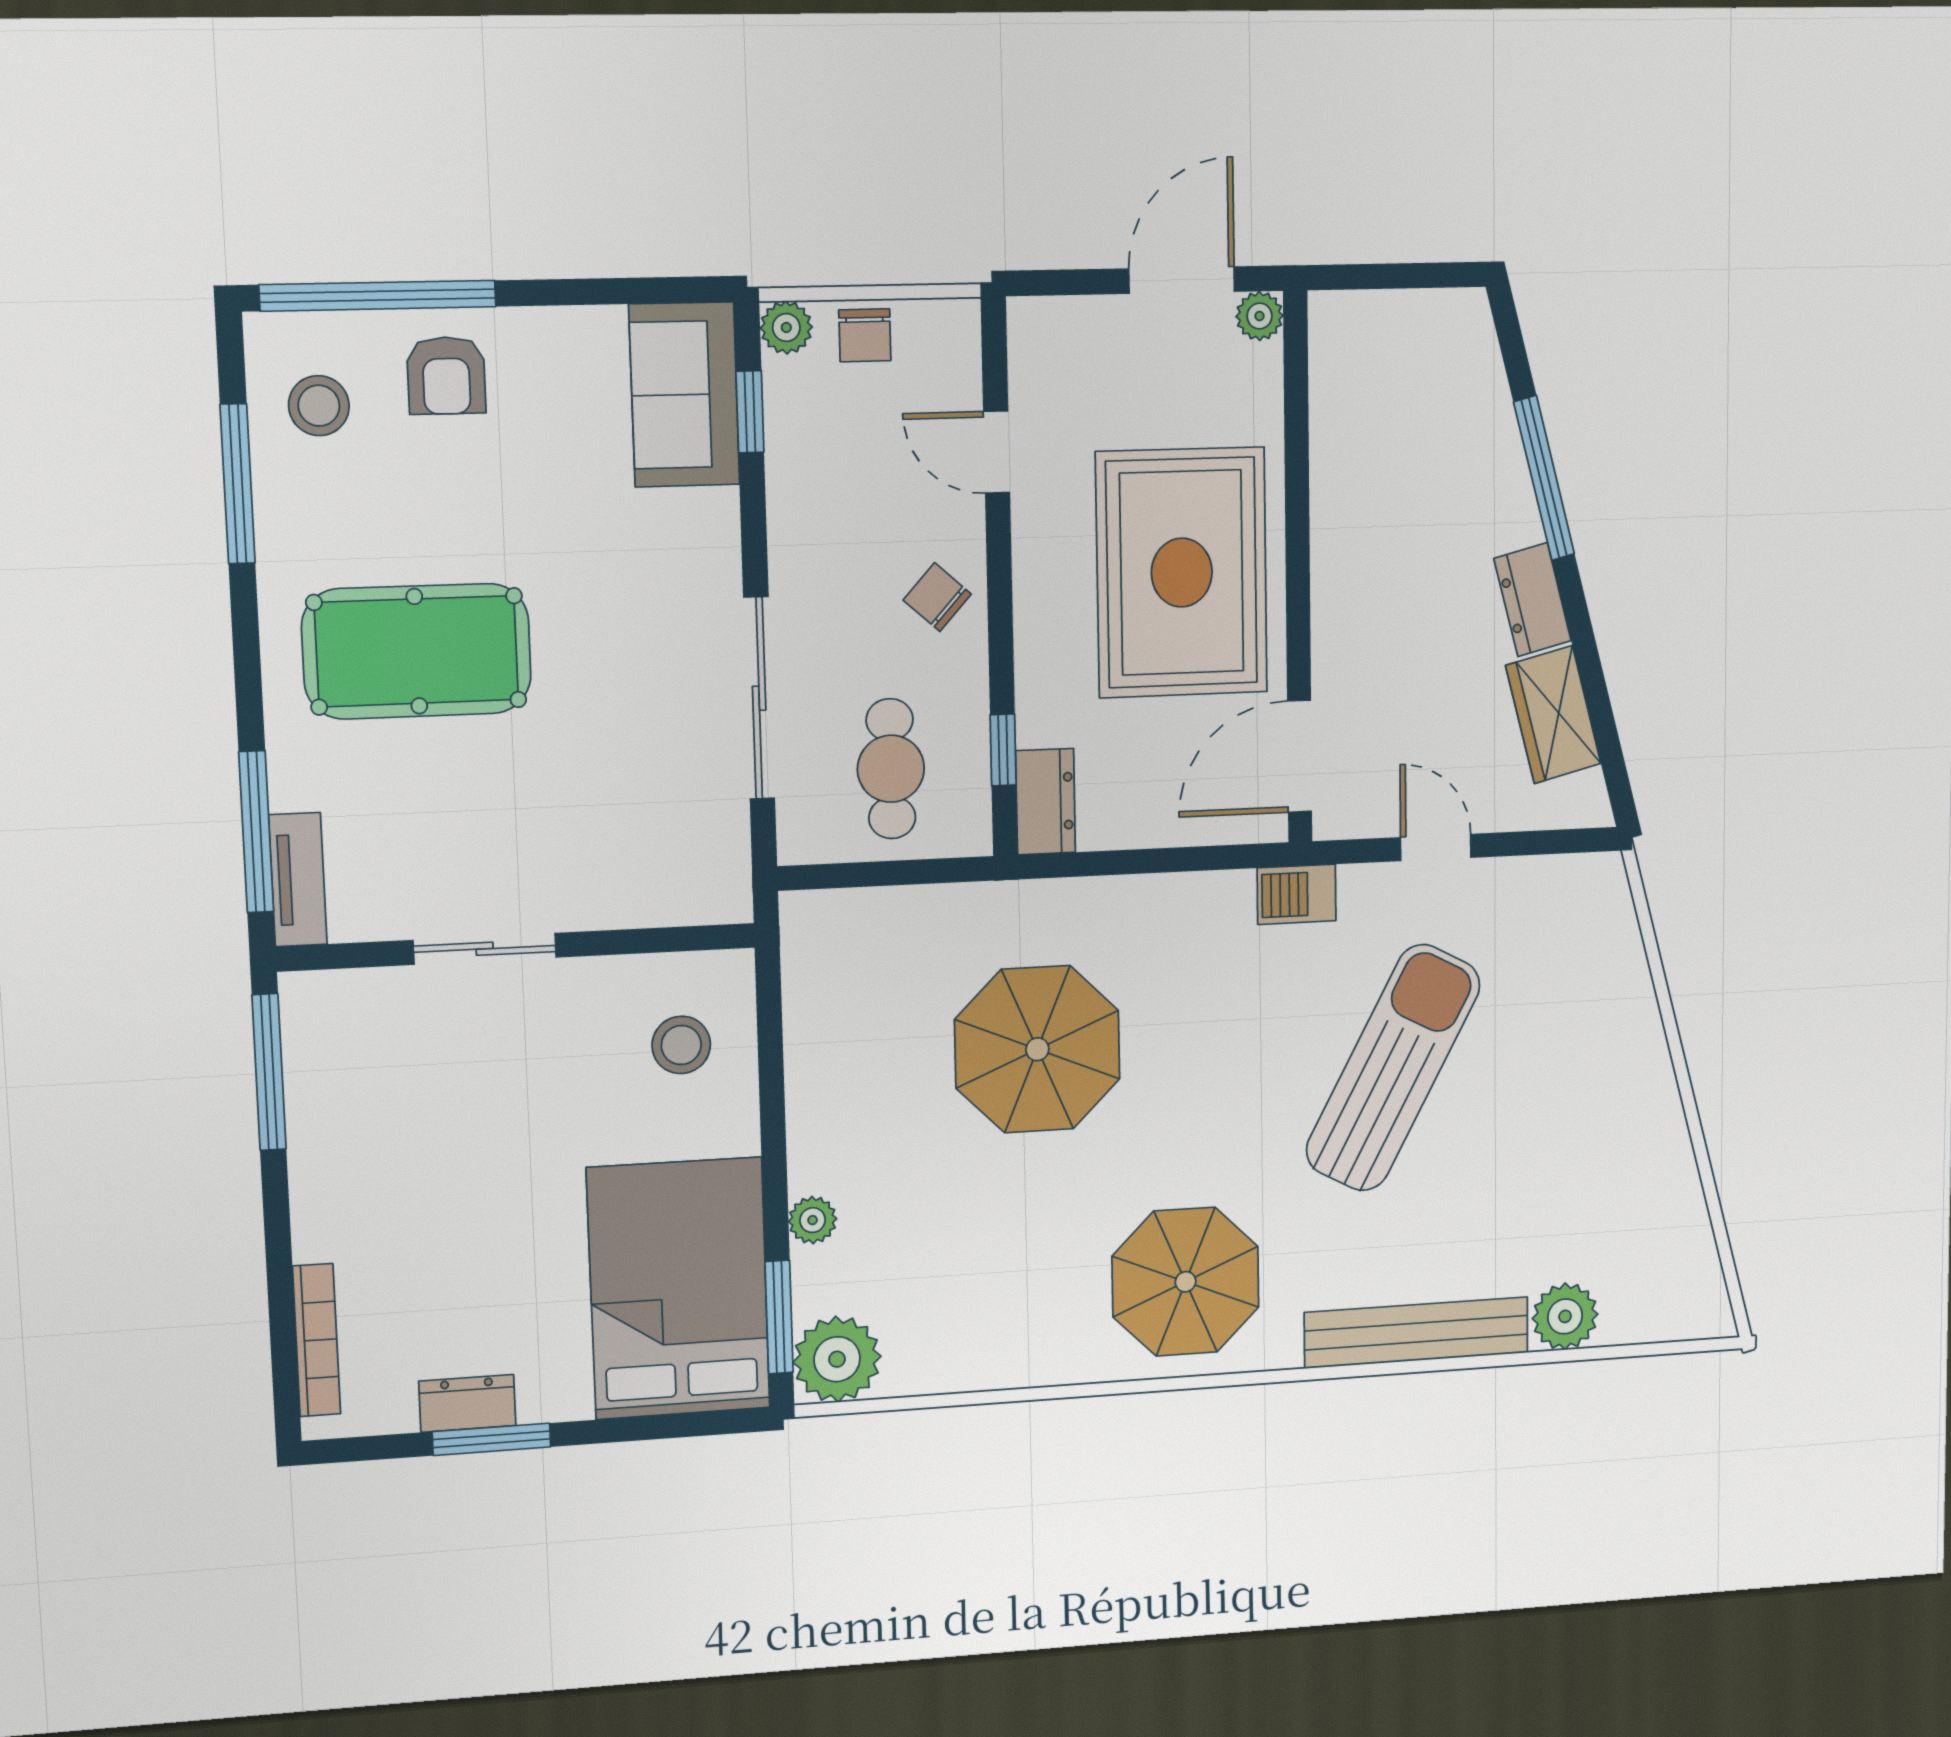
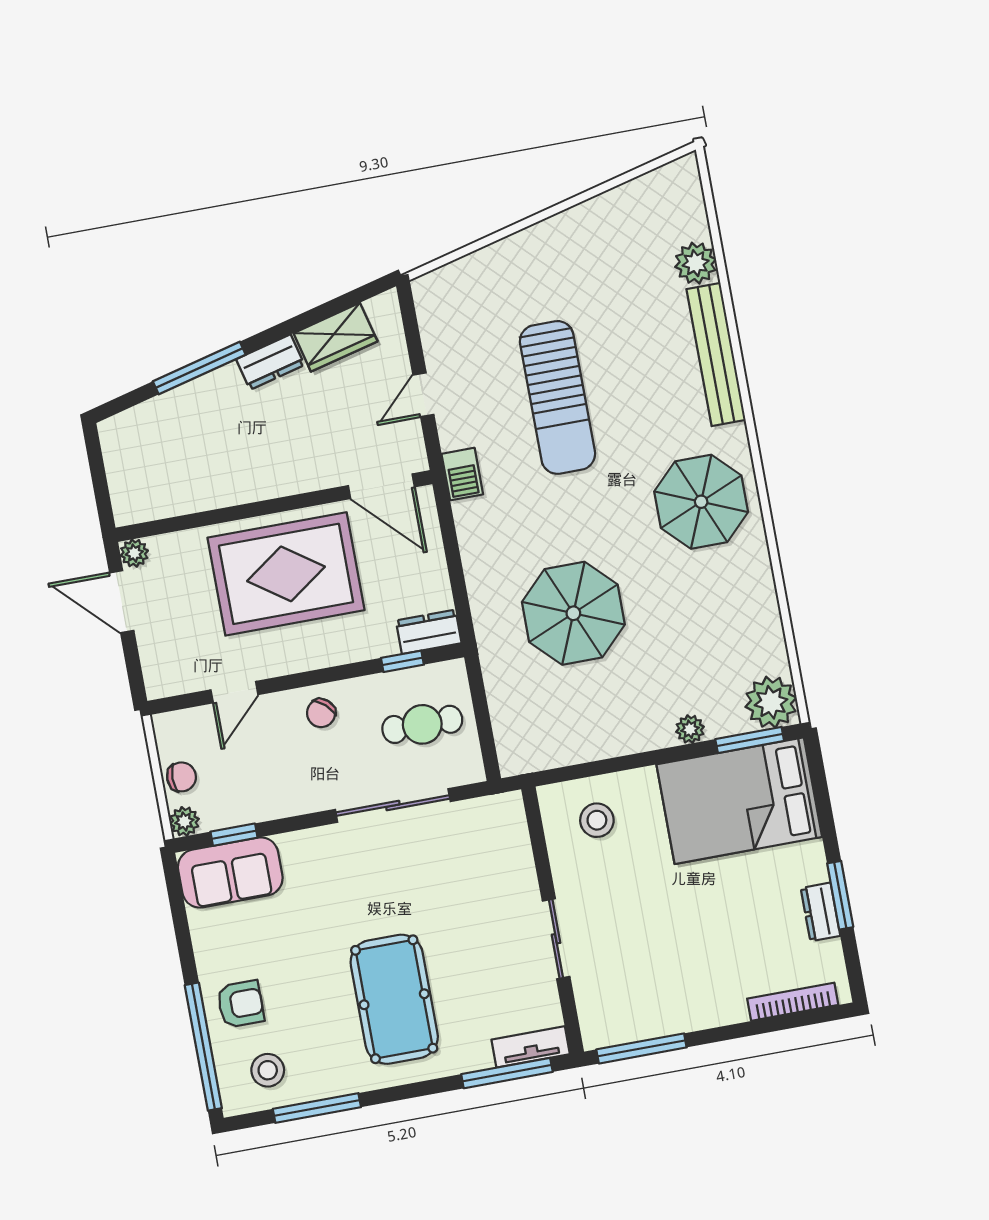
sun lounger: (1393, 1068) -> (557, 397), turned -118

